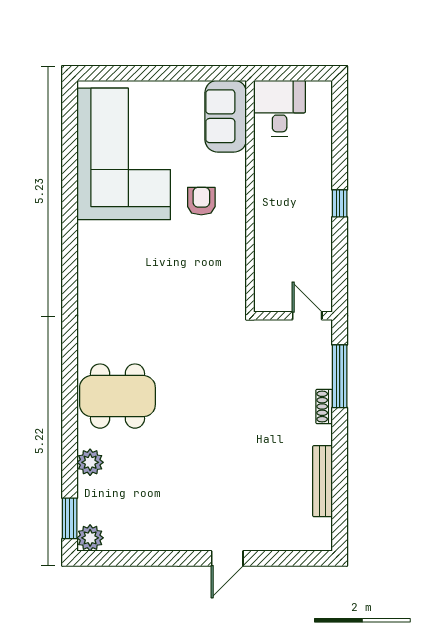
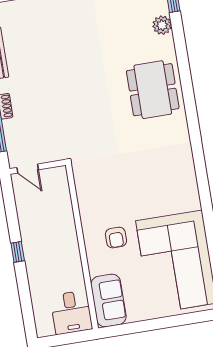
dining table: (117, 396) -> (153, 90), turned 90
plant: (90, 462) -> (162, 25), moved

